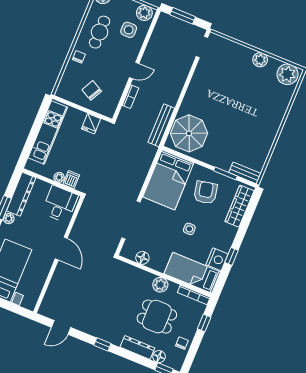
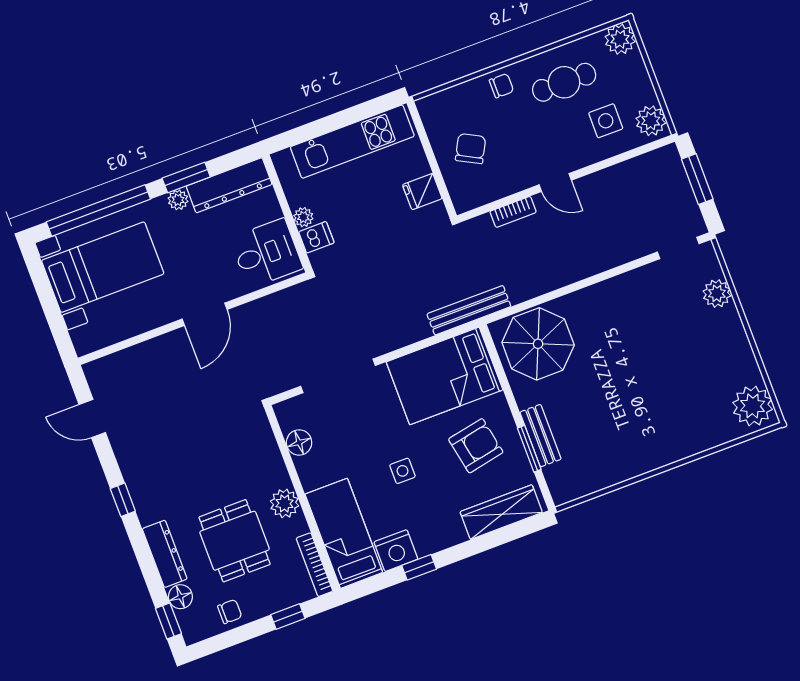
plant: (260, 60) -> (717, 294), moved
bench: (161, 125) -> (469, 310), moved
bench: (245, 173) -> (541, 436), moved

